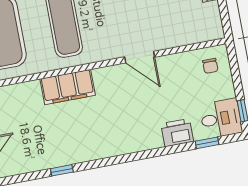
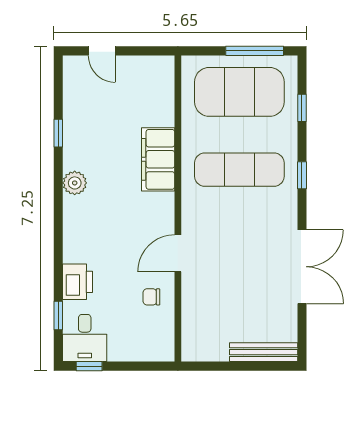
chair: (210, 66) -> (151, 297), moved
plant: (99, 150) -> (75, 183), added

